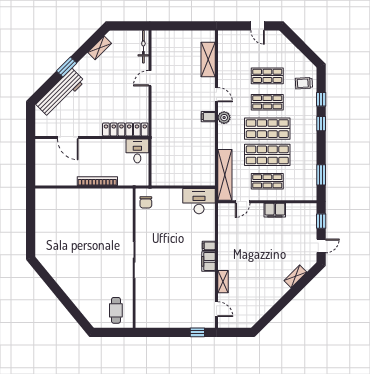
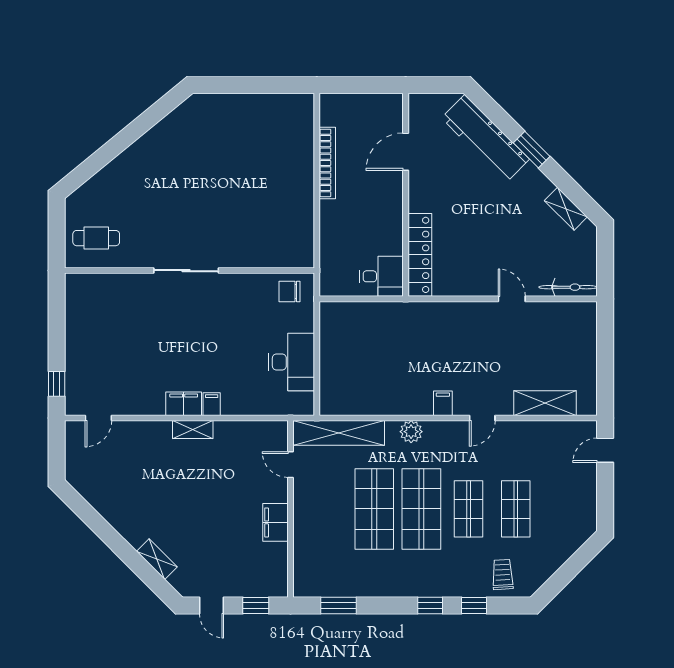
door: (258, 26) -> (605, 450), moved
plant: (224, 118) -> (411, 432), moved
bookcase: (97, 181) -> (327, 163), moved
shop shelf: (267, 181) -> (327, 509), removed
desk: (199, 201) -> (292, 362), moved
shelving: (223, 282) -> (193, 430), moved

